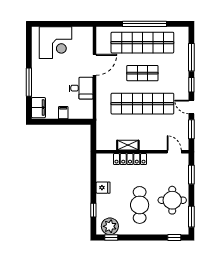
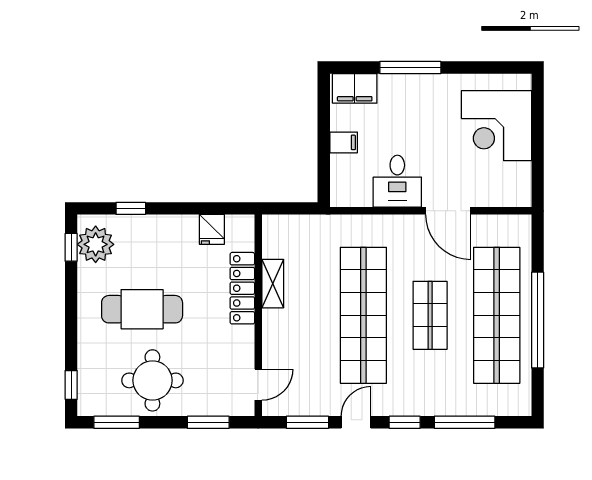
fridge: (103, 188) -> (212, 229), moved

